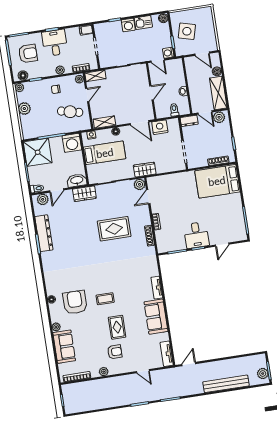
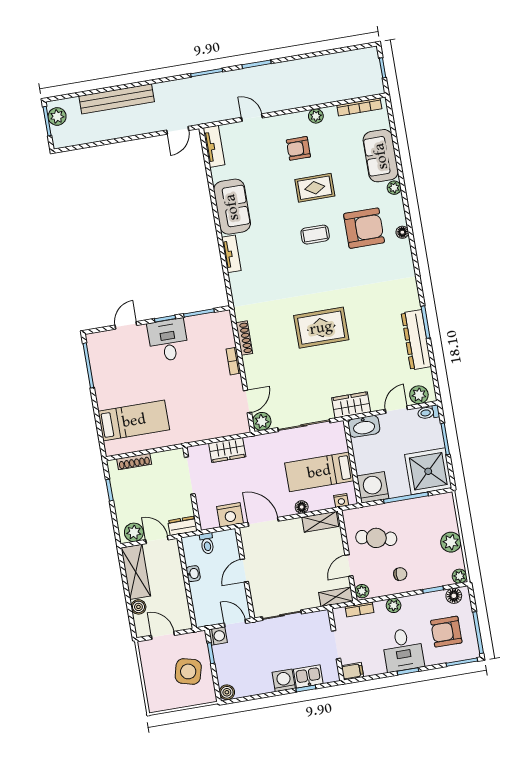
kitchen sink: (143, 22) -> (308, 676), moved
wardrobe: (145, 170) -> (227, 450), moved
bed: (217, 181) -> (134, 421), width x0.67
rug: (114, 229) -> (321, 328), moved
armchair: (75, 302) -> (364, 228), turned -90
rug: (117, 327) -> (315, 188), moved, turned 90

